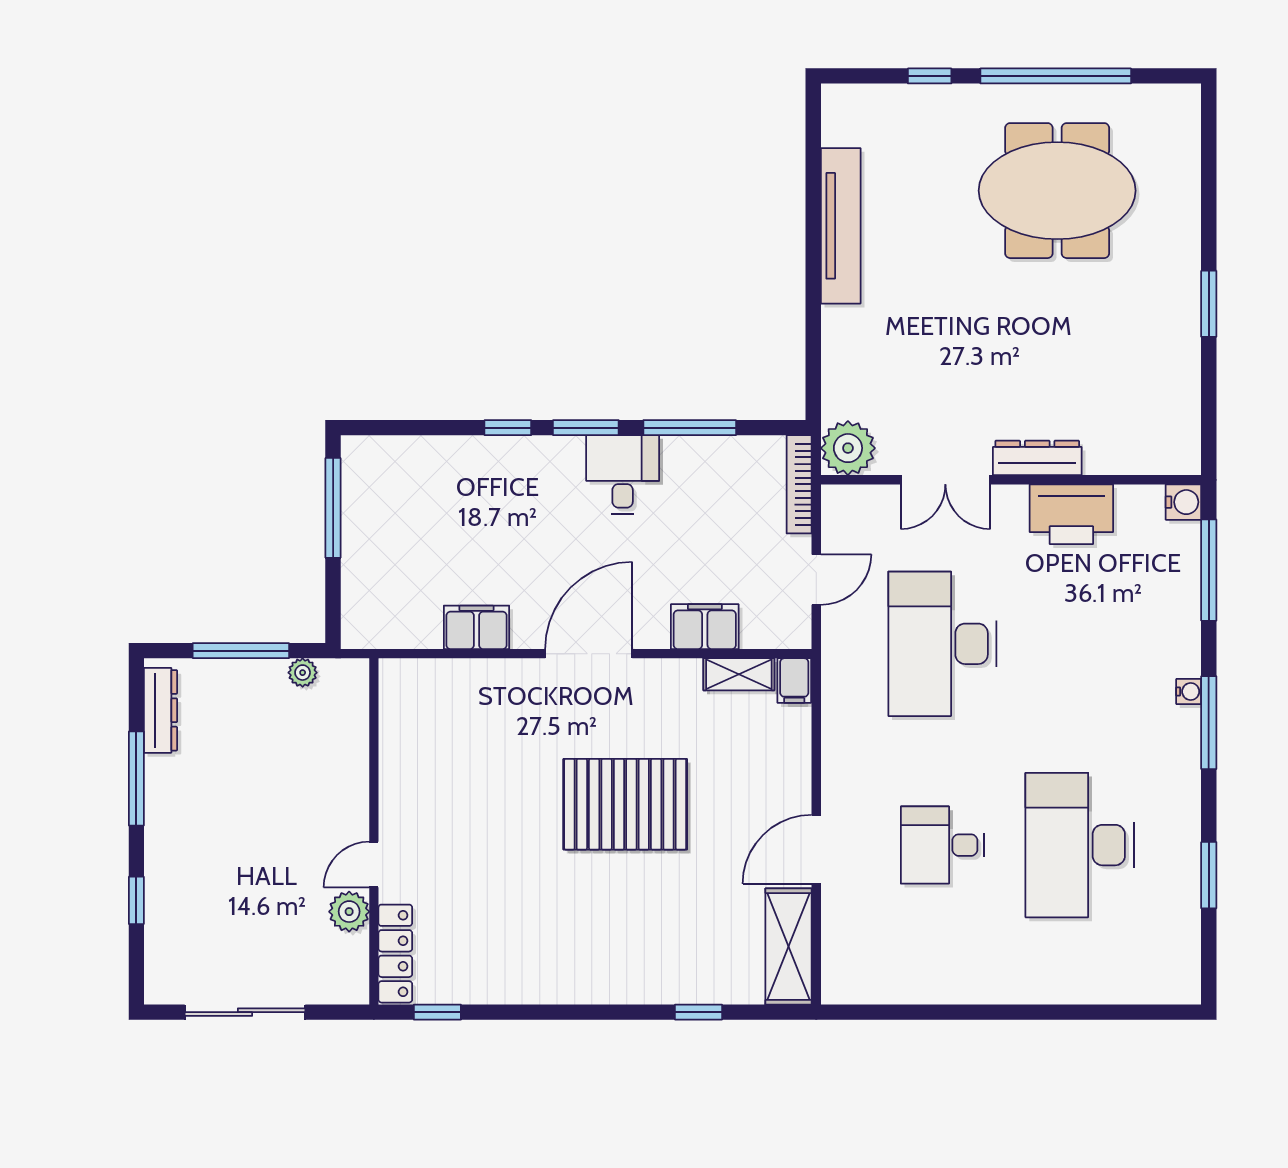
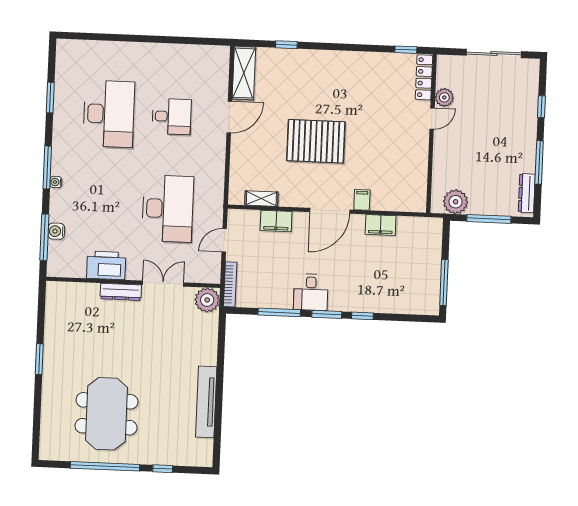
meeting table: (1057, 191) -> (106, 414), turned 90
water cooler: (1183, 502) -> (56, 231), moved
plant: (303, 673) -> (456, 202), width x1.88, depth x1.88
filing cabinet: (794, 681) -> (362, 200), moved

